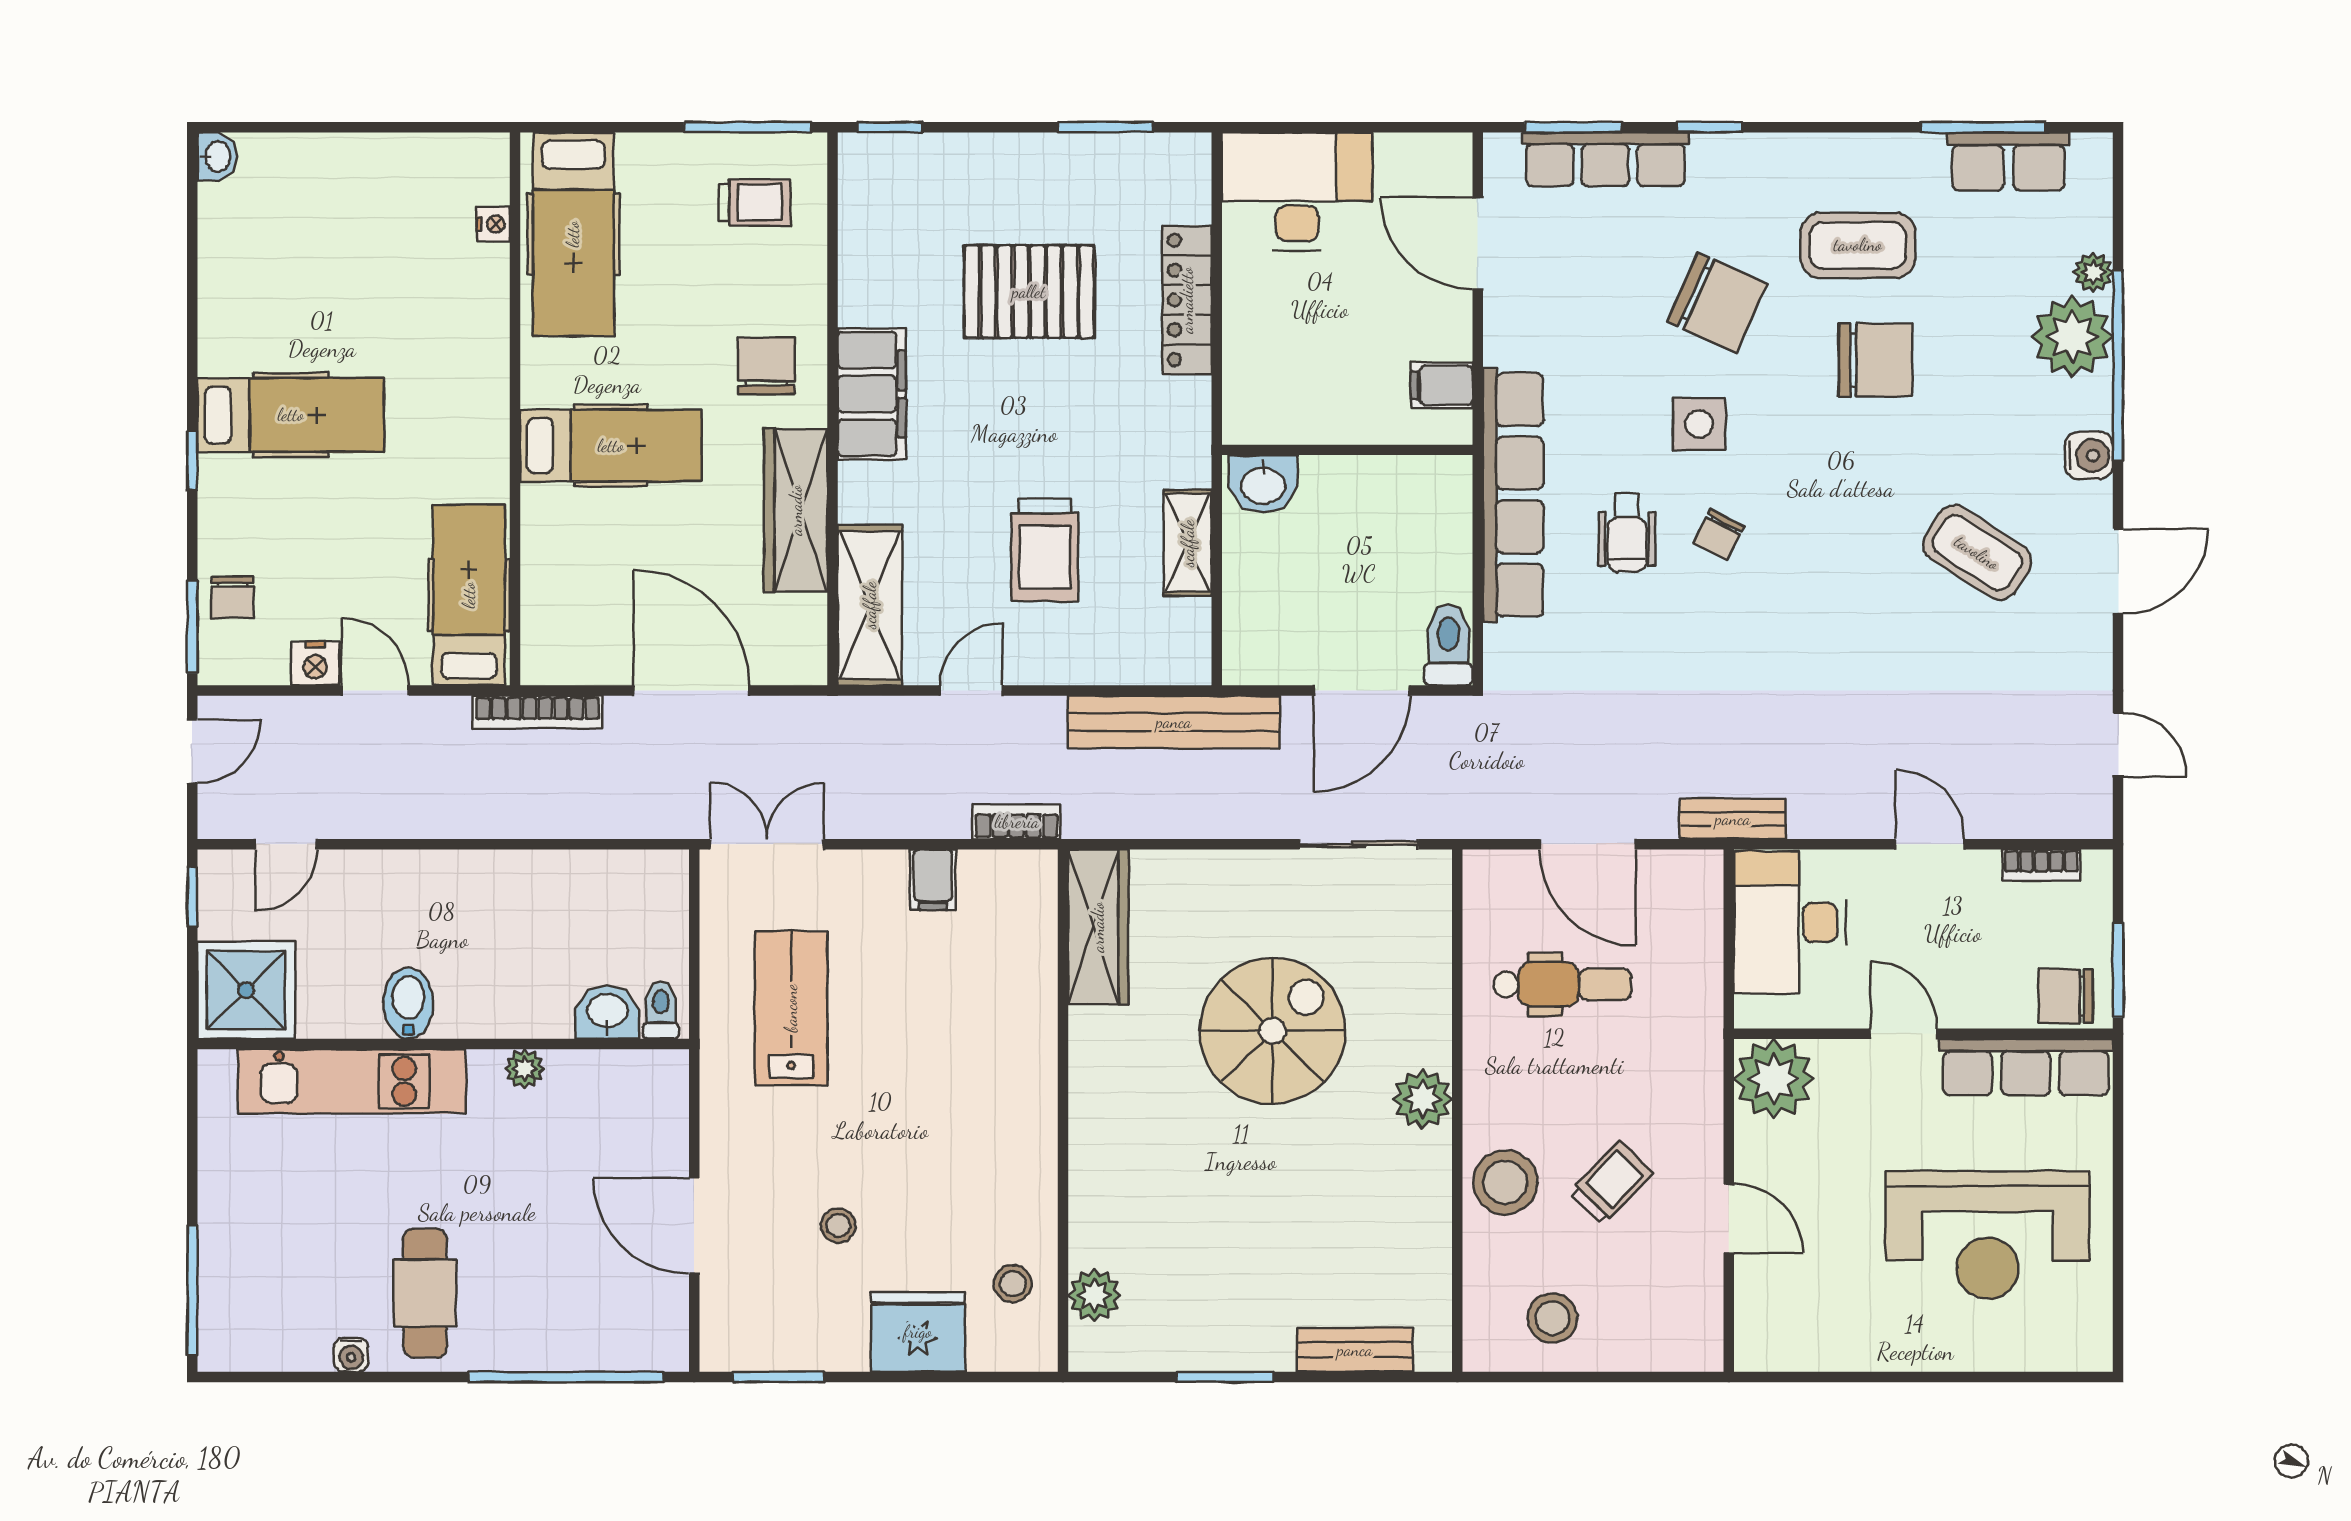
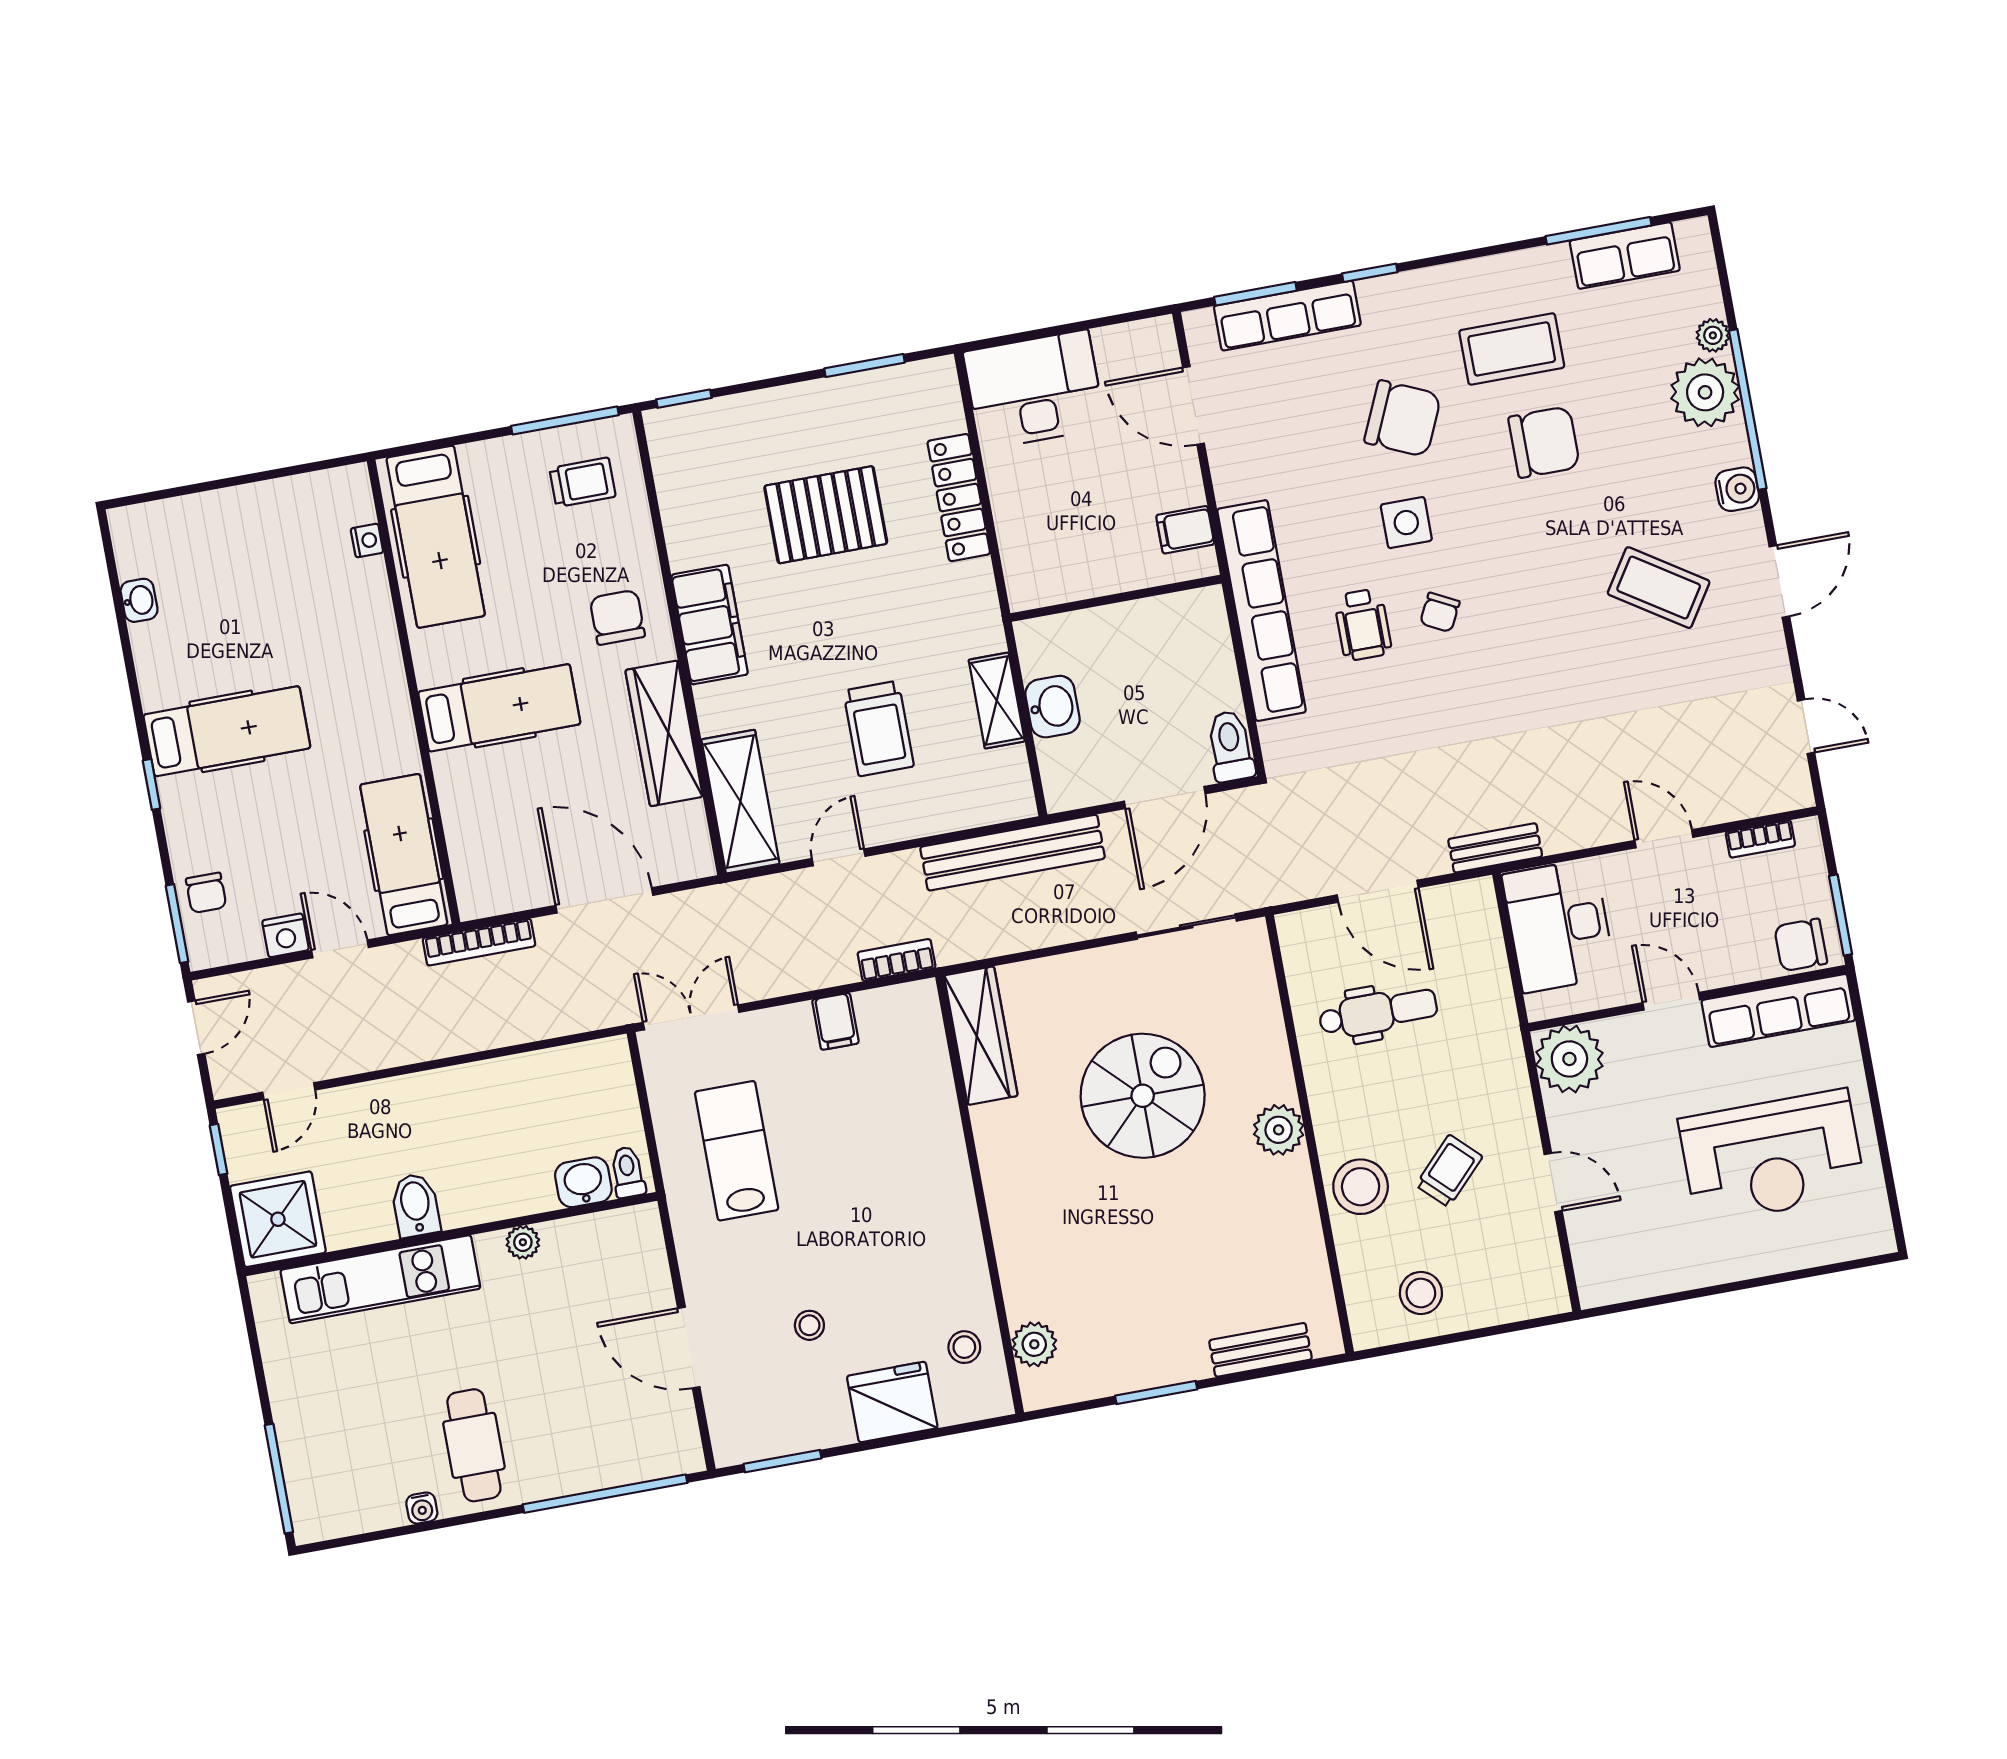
washbasin: (217, 156) -> (139, 600), moved
washbasin: (1263, 484) -> (1052, 707), moved, turned -90

